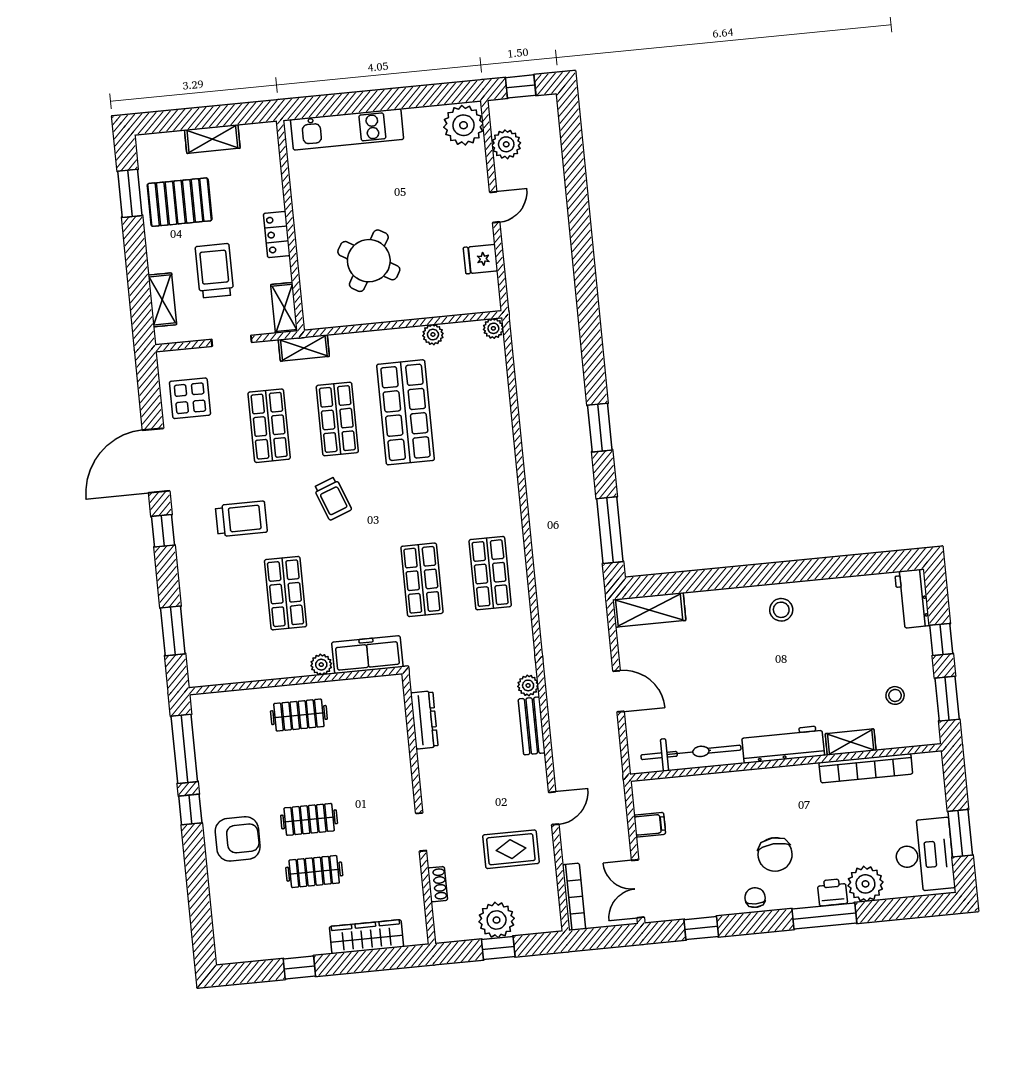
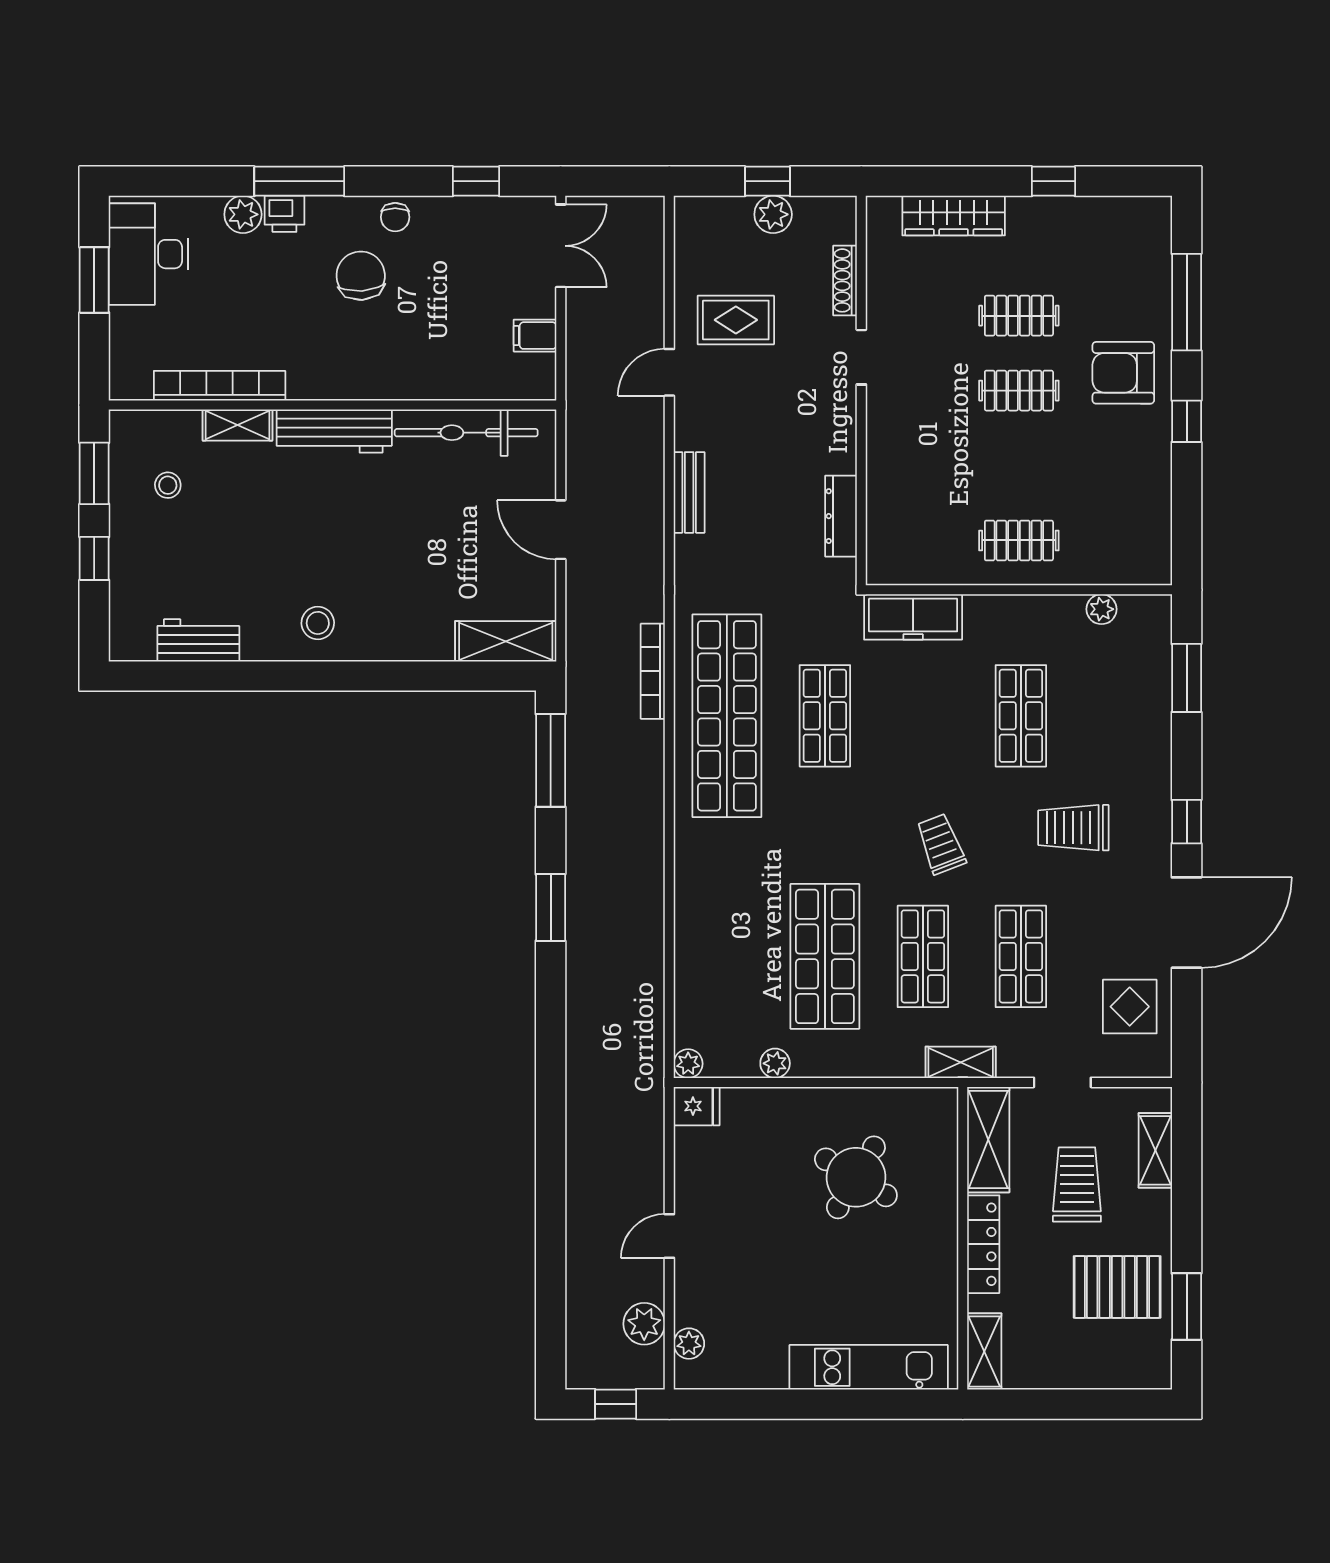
plant: (464, 125) -> (689, 1344), width x0.53, depth x0.53
shelving: (212, 139) -> (984, 1351), moved, turned 90
locker: (277, 235) -> (983, 1244), width x1.53
fridge: (481, 259) -> (697, 1106), moved
trolley: (215, 271) -> (1077, 1185), turned 180
shelving: (284, 308) -> (988, 1140), width x1.50, depth x1.33
shop shelf: (490, 573) -> (727, 716), width x2.00, depth x1.36
workbench: (912, 599) -> (198, 640), moved, turned -90
plant: (321, 665) -> (1101, 609), moved
plant: (528, 685) -> (689, 551), removed
window: (184, 749) -> (1187, 302), moved
shoe rack: (438, 884) -> (845, 280), width x1.43
plant: (865, 884) -> (243, 214), width x0.73, depth x0.73
bookcase: (574, 897) -> (653, 671), moved
plant: (497, 920) -> (773, 214), width x0.73, depth x0.73

